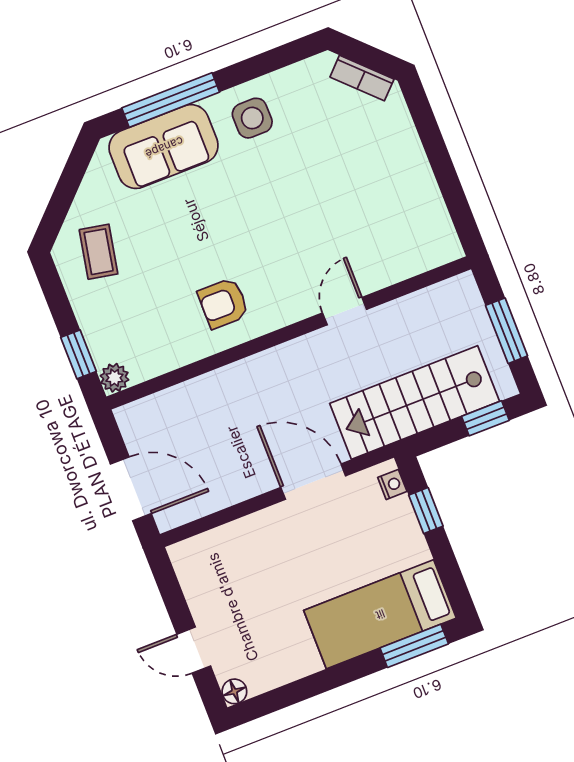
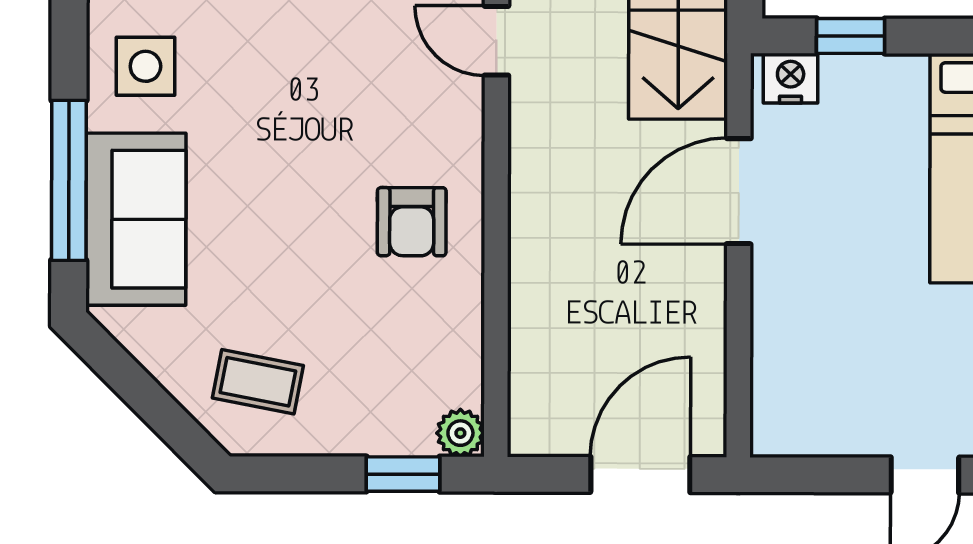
nightstand: (392, 484) -> (791, 78), width x1.39, depth x1.35

